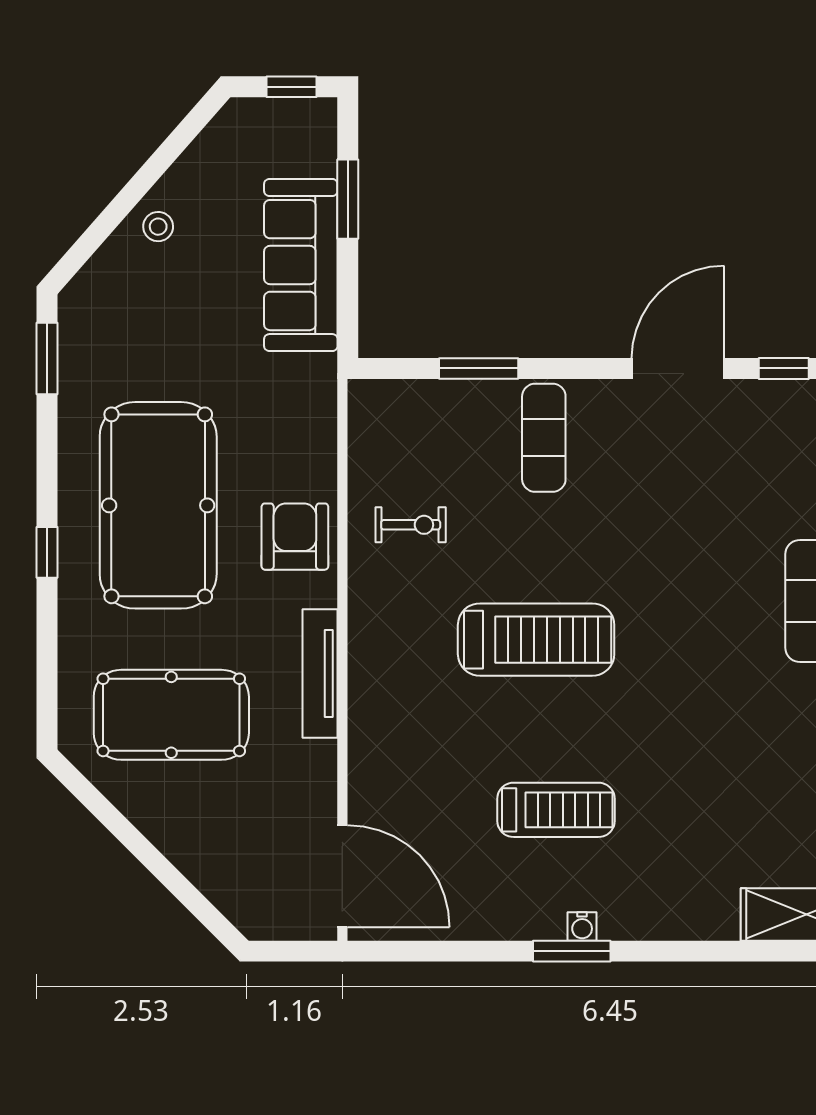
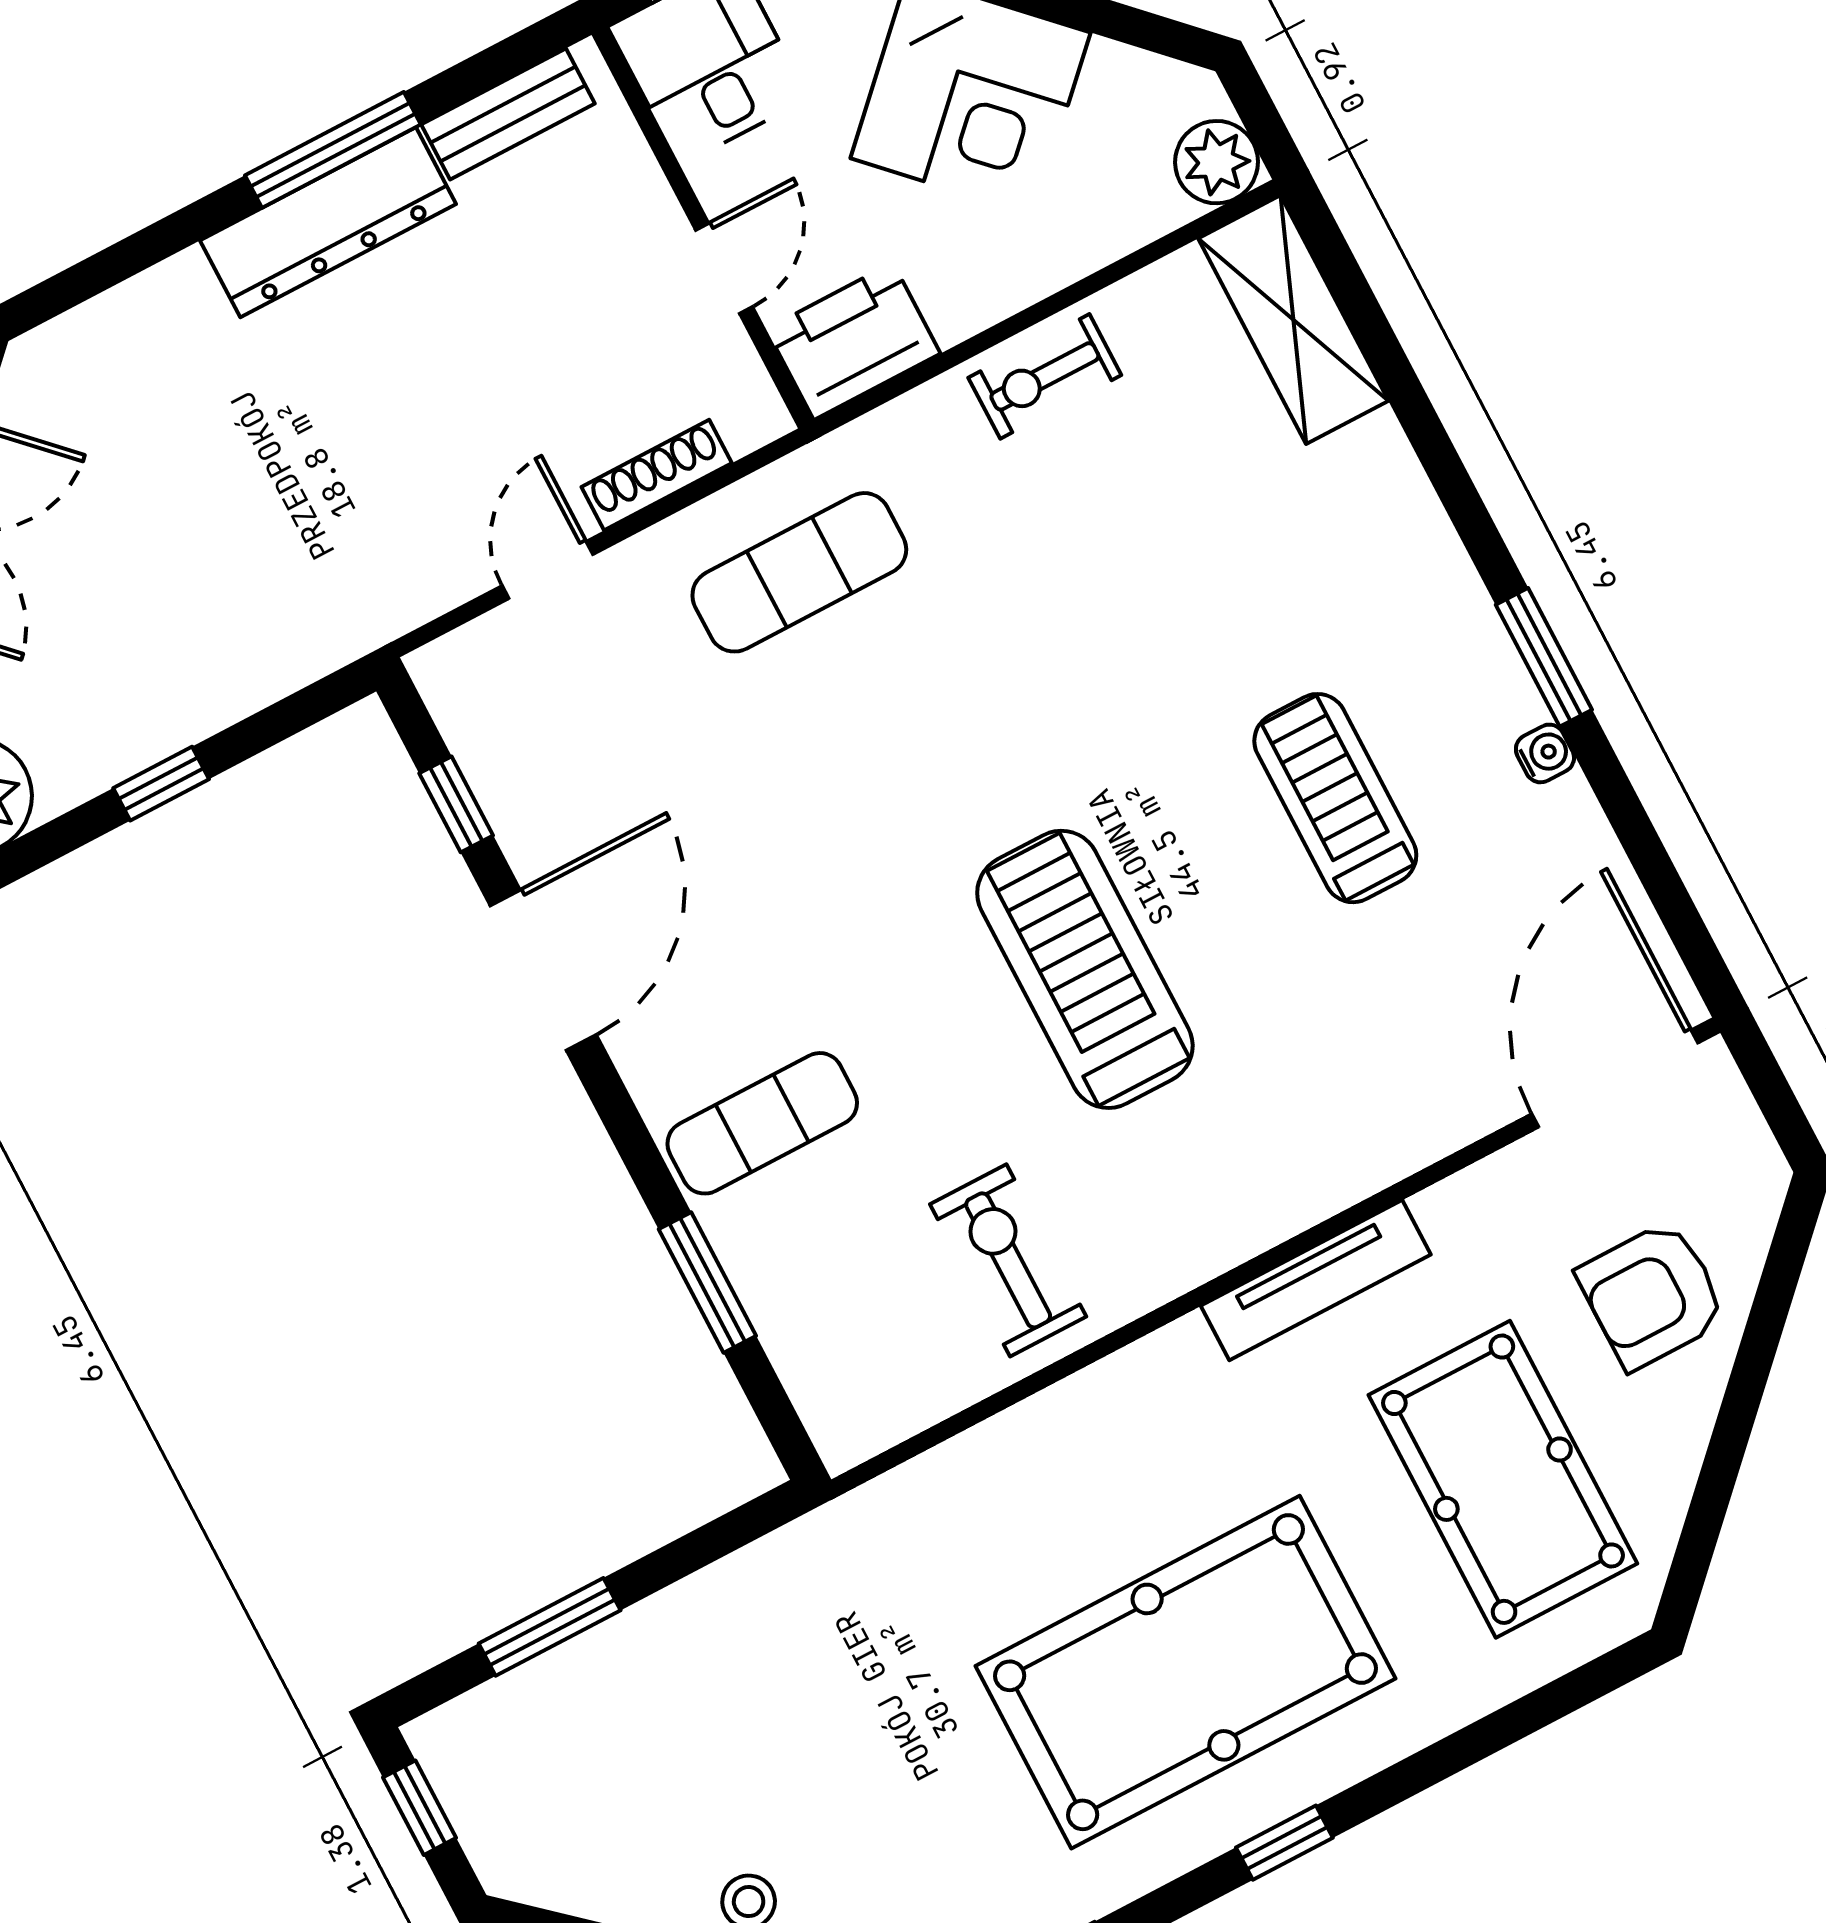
sofa: (301, 265) -> (691, 1646), removed
door: (678, 368) -> (543, 970), swing flipped
exercise bike: (411, 525) -> (1008, 1260), width x1.38, depth x1.39
armchair: (295, 537) -> (1652, 1295), moved
window: (47, 552) -> (1284, 1843), moved
water cooler: (582, 926) -> (1545, 753), moved

